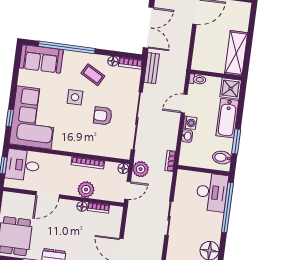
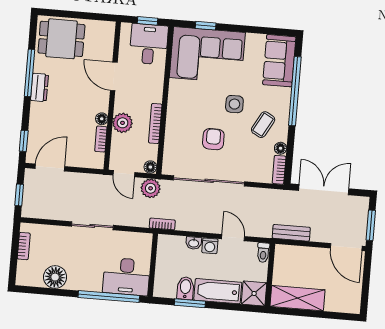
double door: (148, 28) -> (324, 190), swing flipped
bench: (152, 68) -> (291, 233), moved
bidet: (222, 158) -> (185, 288), moved

